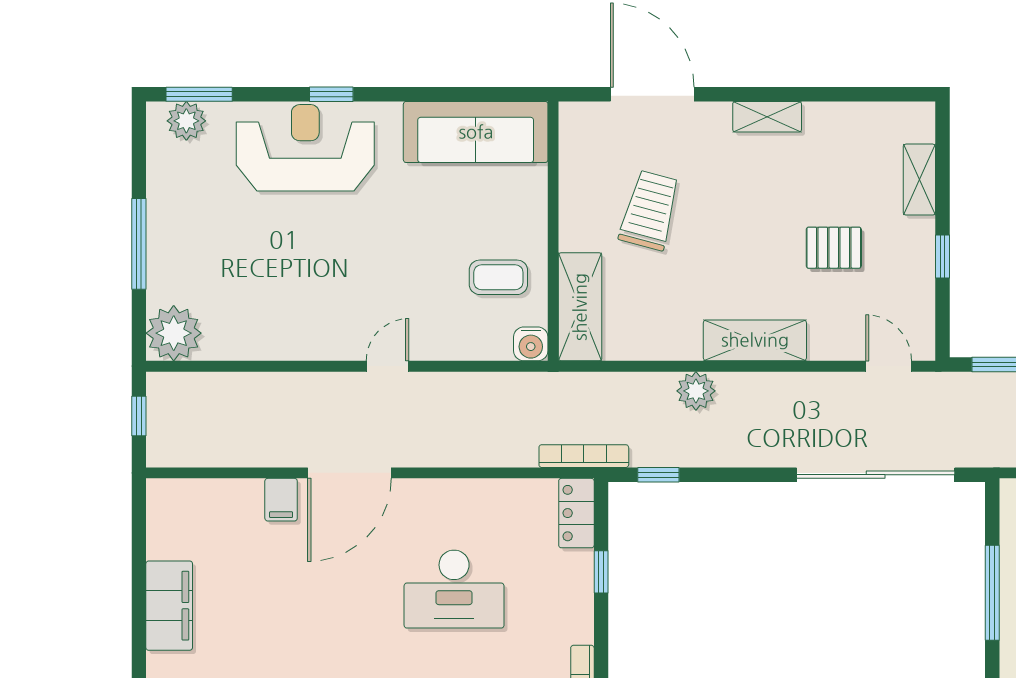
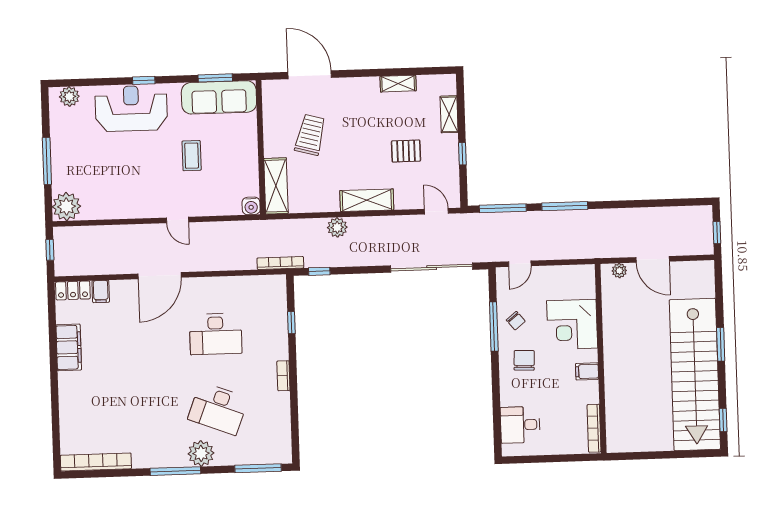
window: (199, 94) -> (215, 78), moved
shelving: (767, 117) -> (398, 84), moved
coffee table: (498, 277) -> (192, 156), moved, turned 90
door: (388, 366) -> (177, 220), swing flipped
filing cabinet: (281, 500) -> (101, 291), moved
locker: (576, 513) -> (73, 290), moved, turned -90

